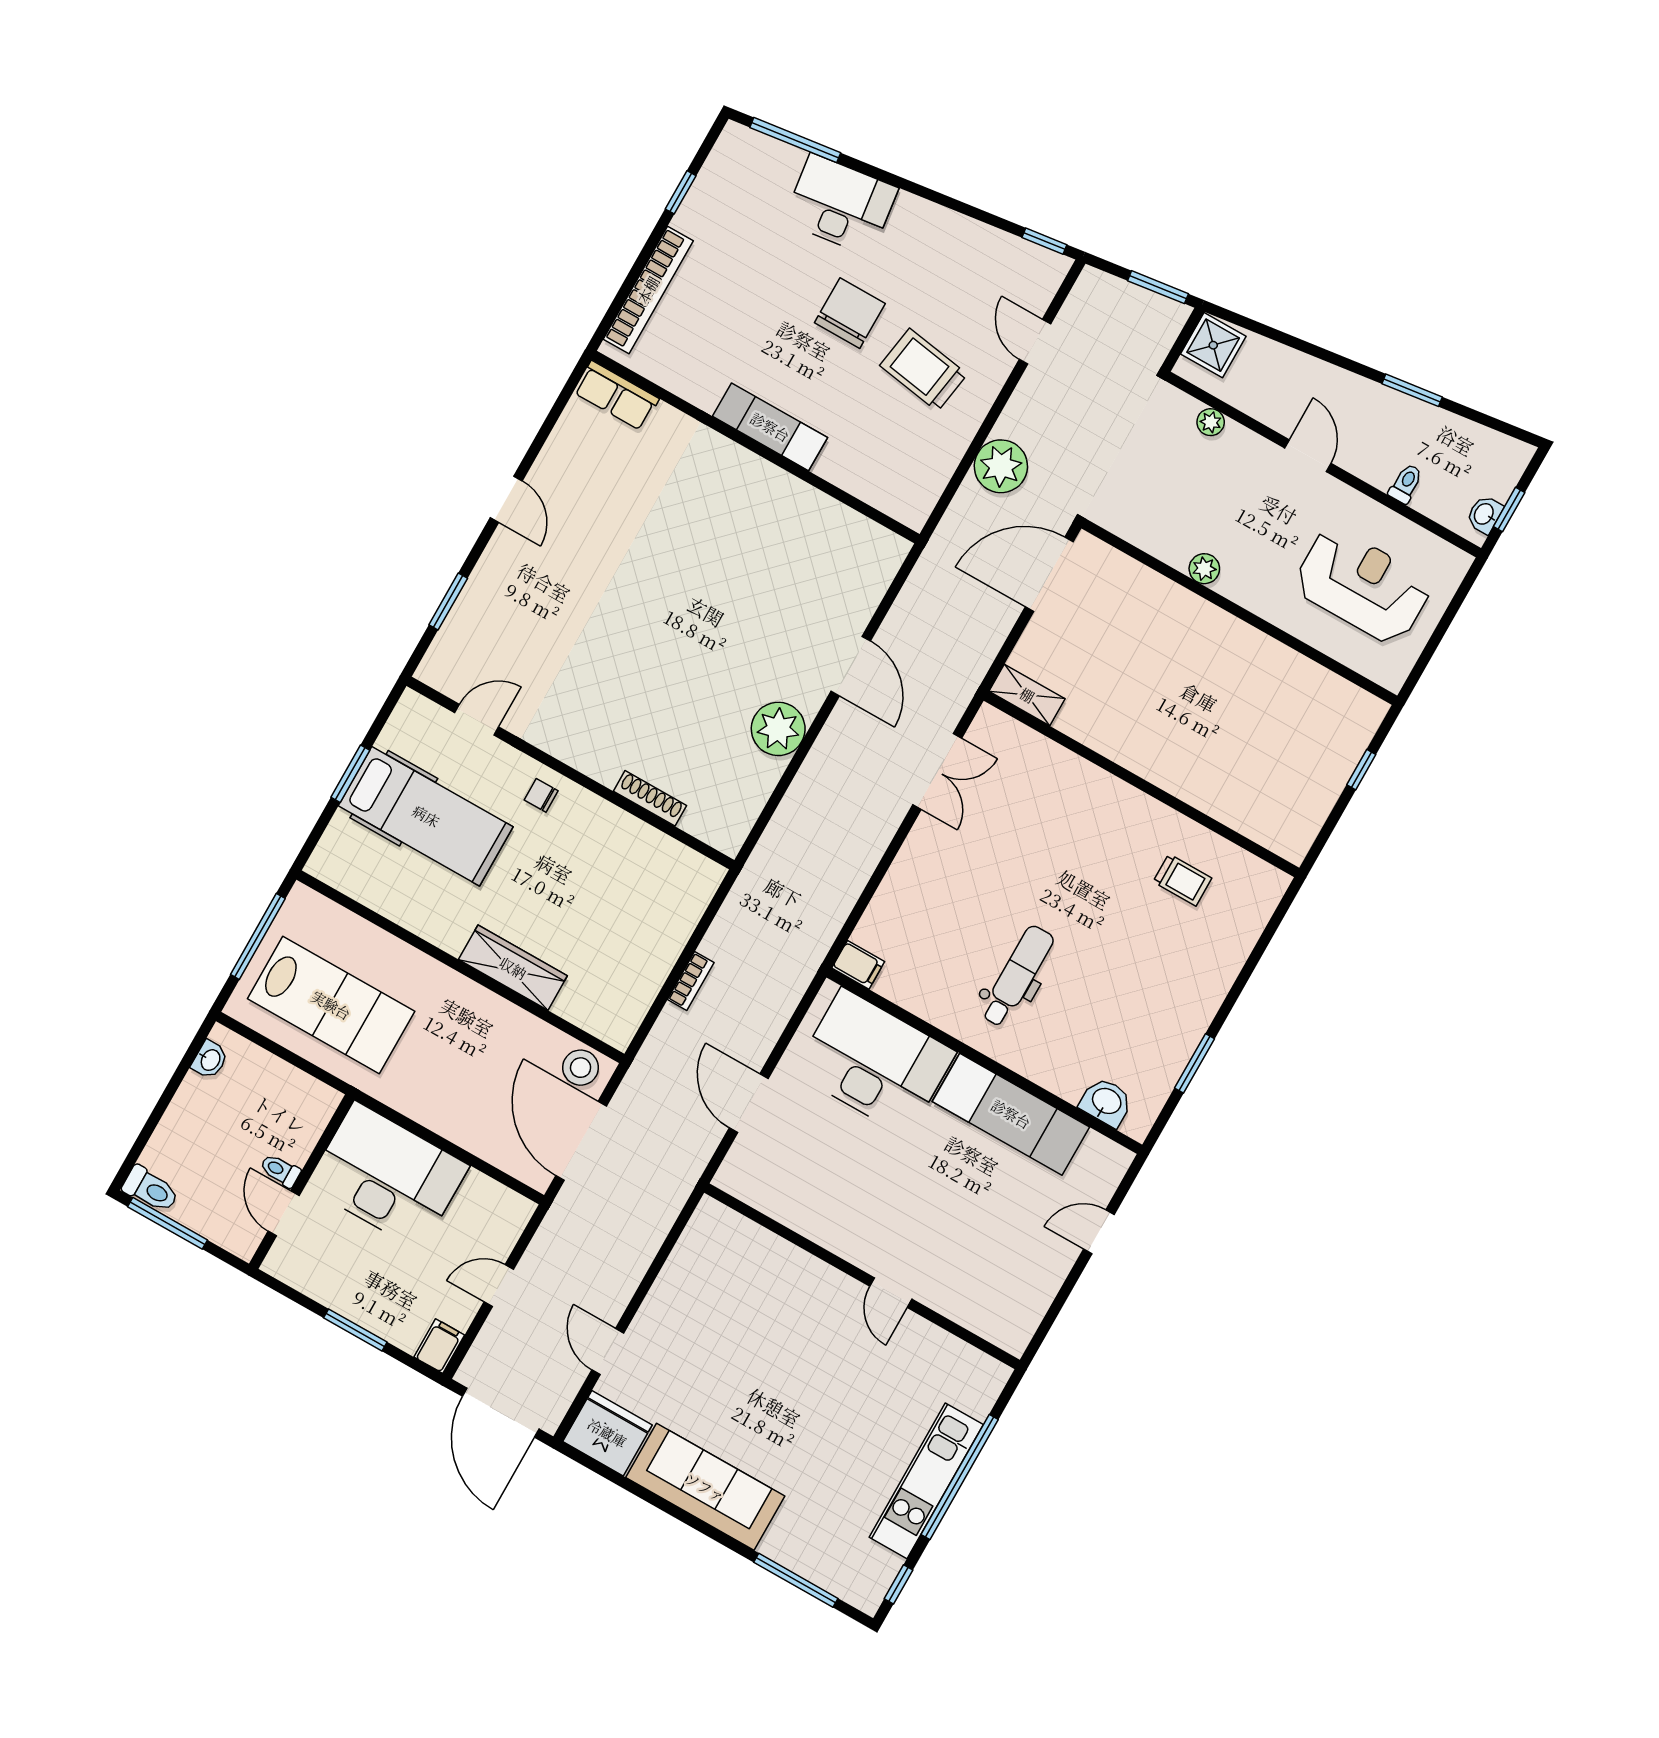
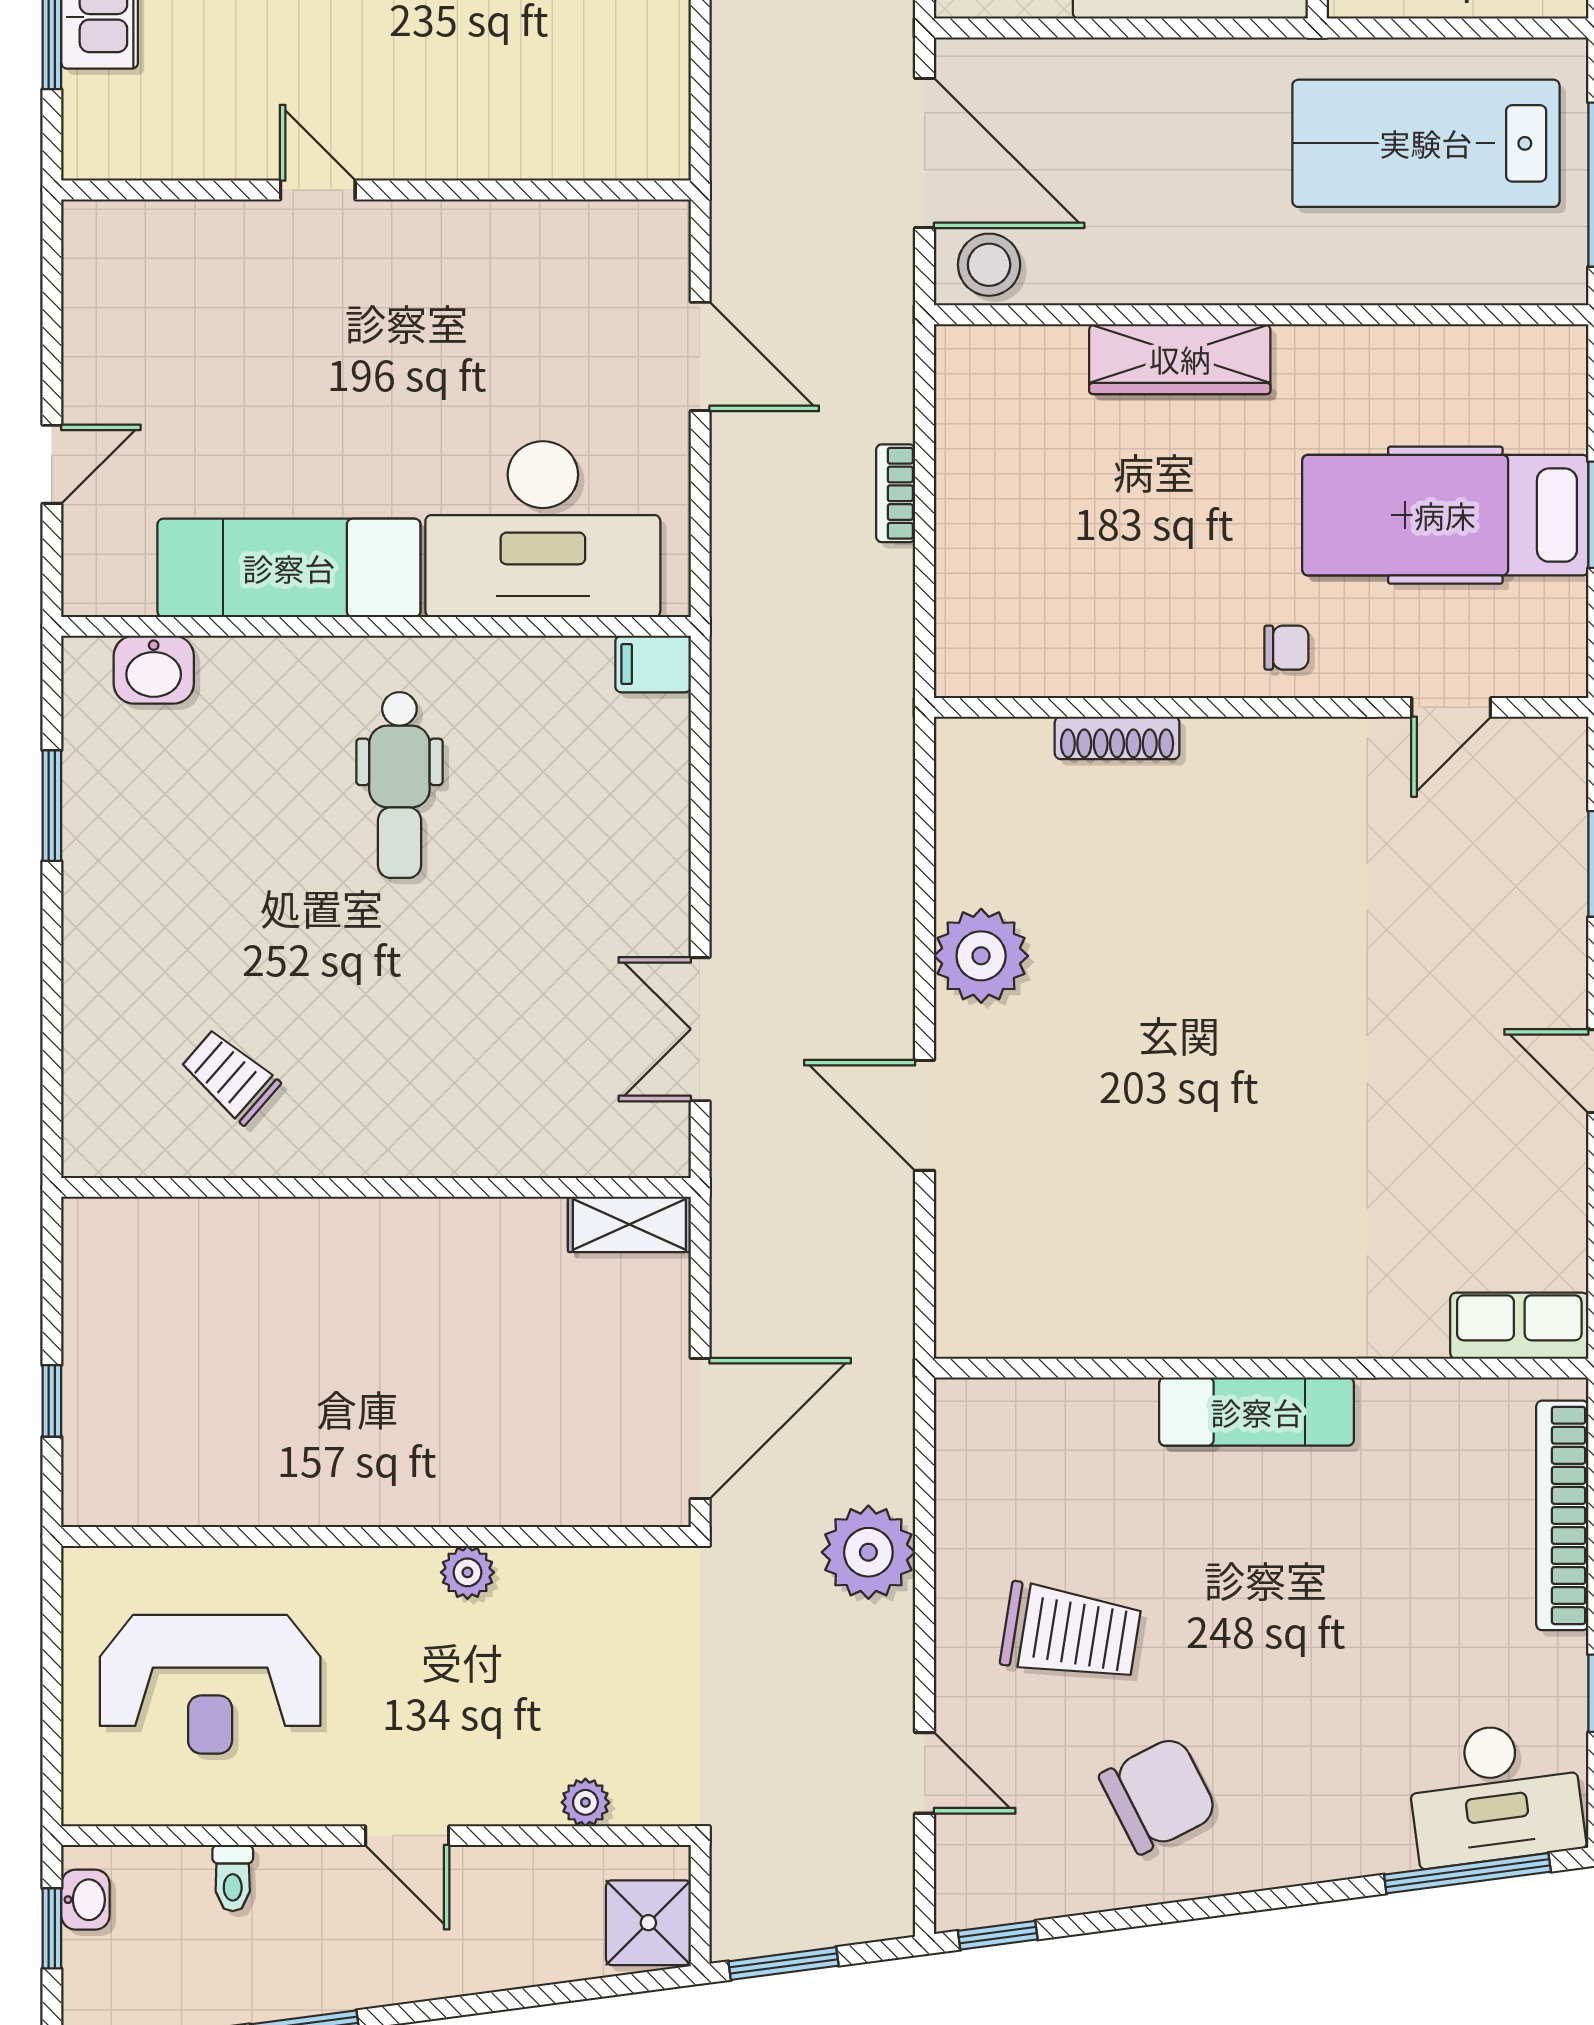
desk: (841, 205) -> (1495, 1793), moved
chair: (850, 313) -> (1159, 1795), moved, turned -117
trolley: (1182, 880) -> (230, 1076), turned 41

